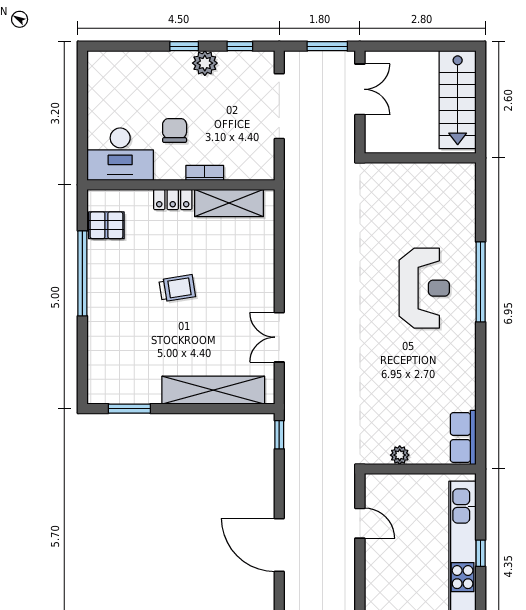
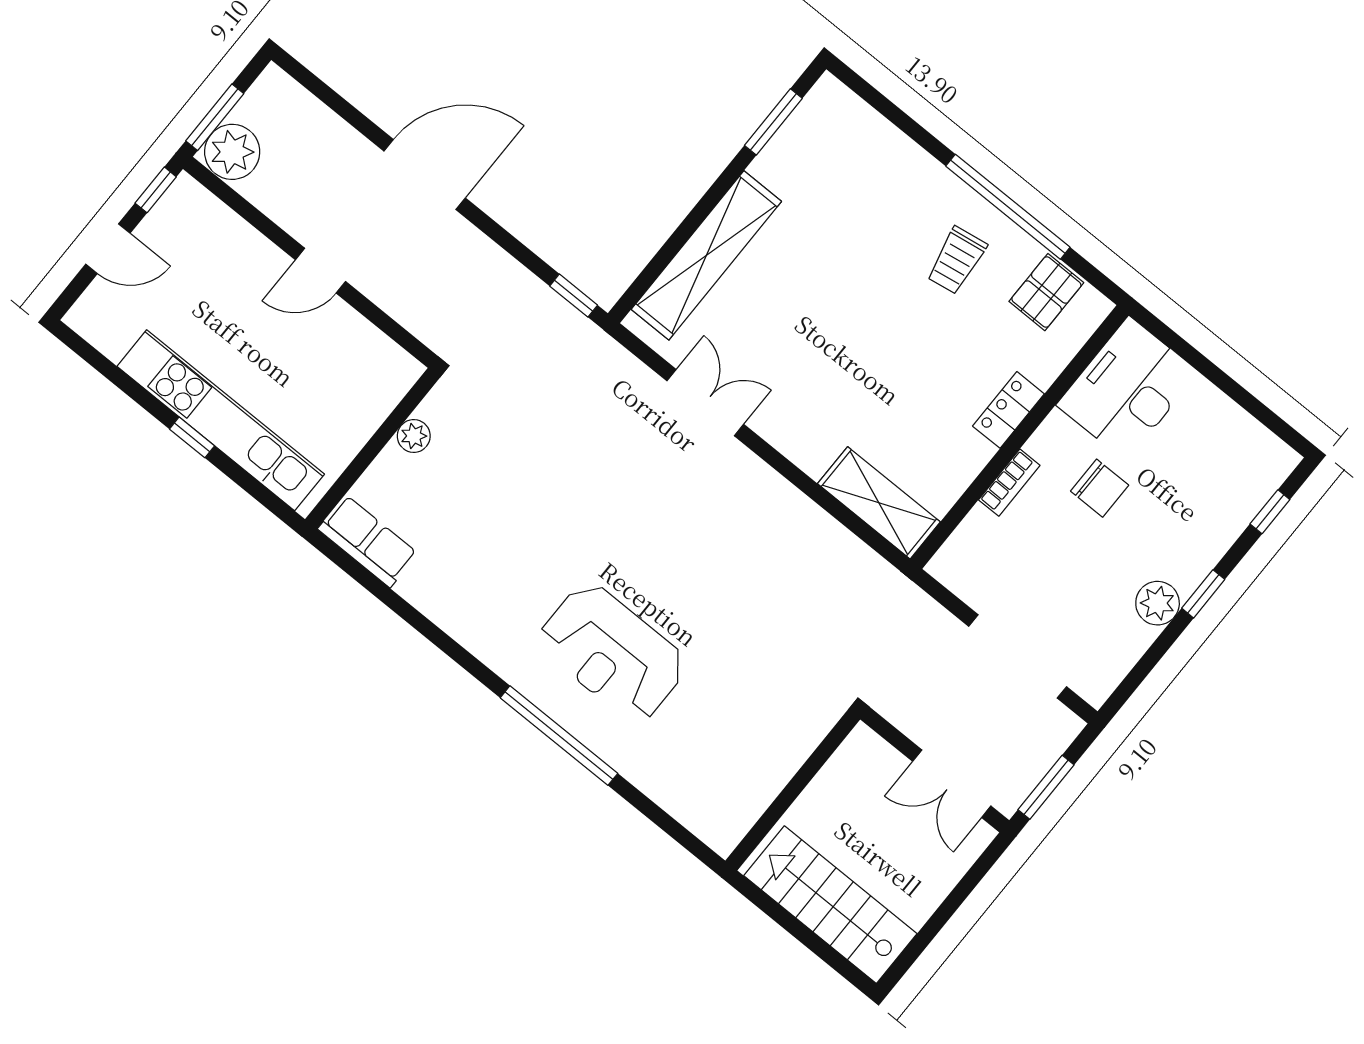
window: (240, 46) -> (1270, 512), moved
shelving: (229, 203) -> (879, 503), moved, turned 90
trolley: (177, 288) -> (957, 260), moved
door: (360, 523) -> (320, 271), moved

